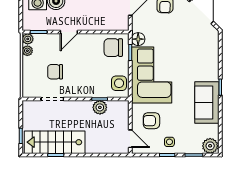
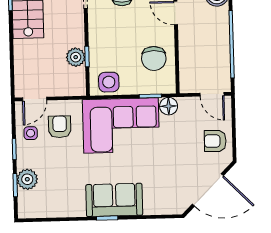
chair: (113, 48) -> (154, 58), moved, turned 180
sofa: (207, 103) -> (114, 200), moved
side table: (169, 142) -> (31, 133), moved
plant: (210, 146) -> (27, 179), moved

